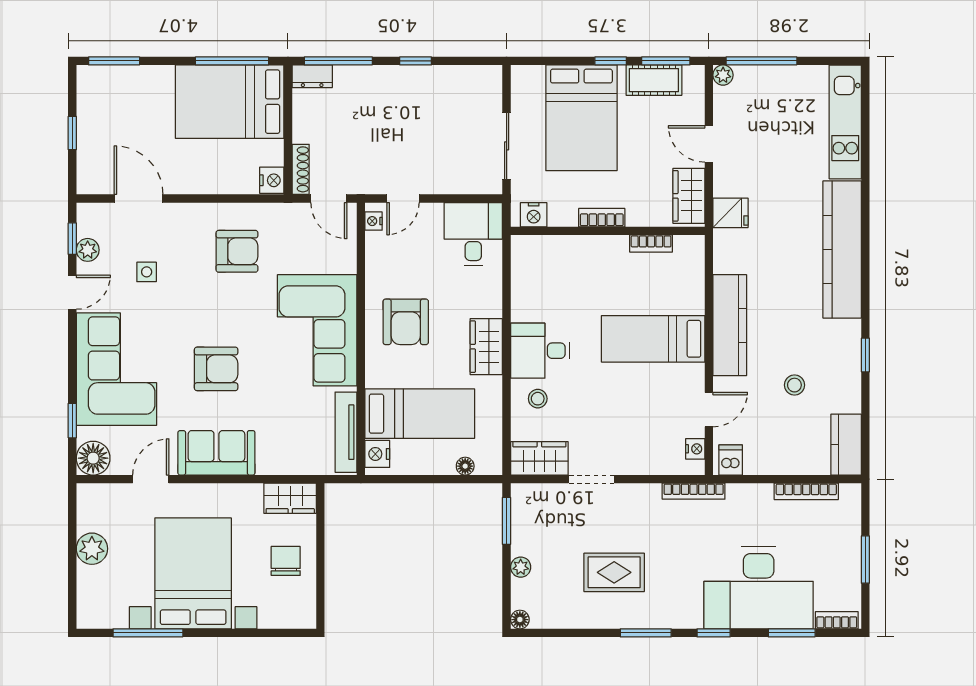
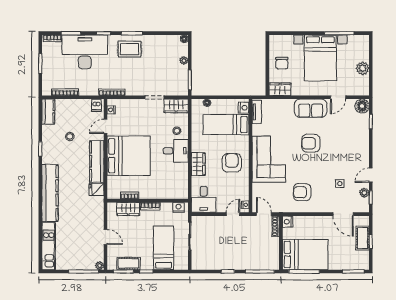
dresser: (312, 76) -> (271, 265), removed
bed: (581, 118) -> (164, 248), width x0.67
cot: (92, 141) -> (363, 238), added
wardrobe: (689, 196) -> (128, 209), moved, turned 90
fridge: (730, 213) -> (96, 189), moved
bed: (653, 339) -> (129, 156), width x2.04
wardrobe: (486, 347) -> (198, 164), moved
corner sofa: (116, 369) -> (352, 143), removed
tv unit: (346, 432) -> (257, 112), width x0.71
rug: (614, 572) -> (130, 49), moved

